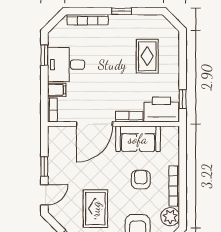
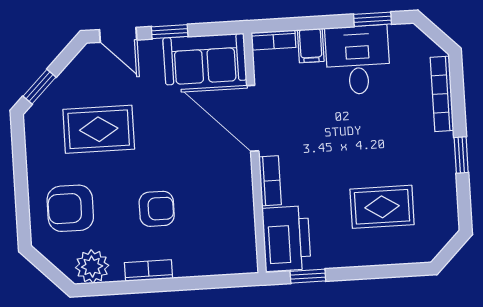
sofa: (138, 139) -> (205, 59), moved, turned -90
bookcase: (174, 186) -> (148, 270), width x0.64

